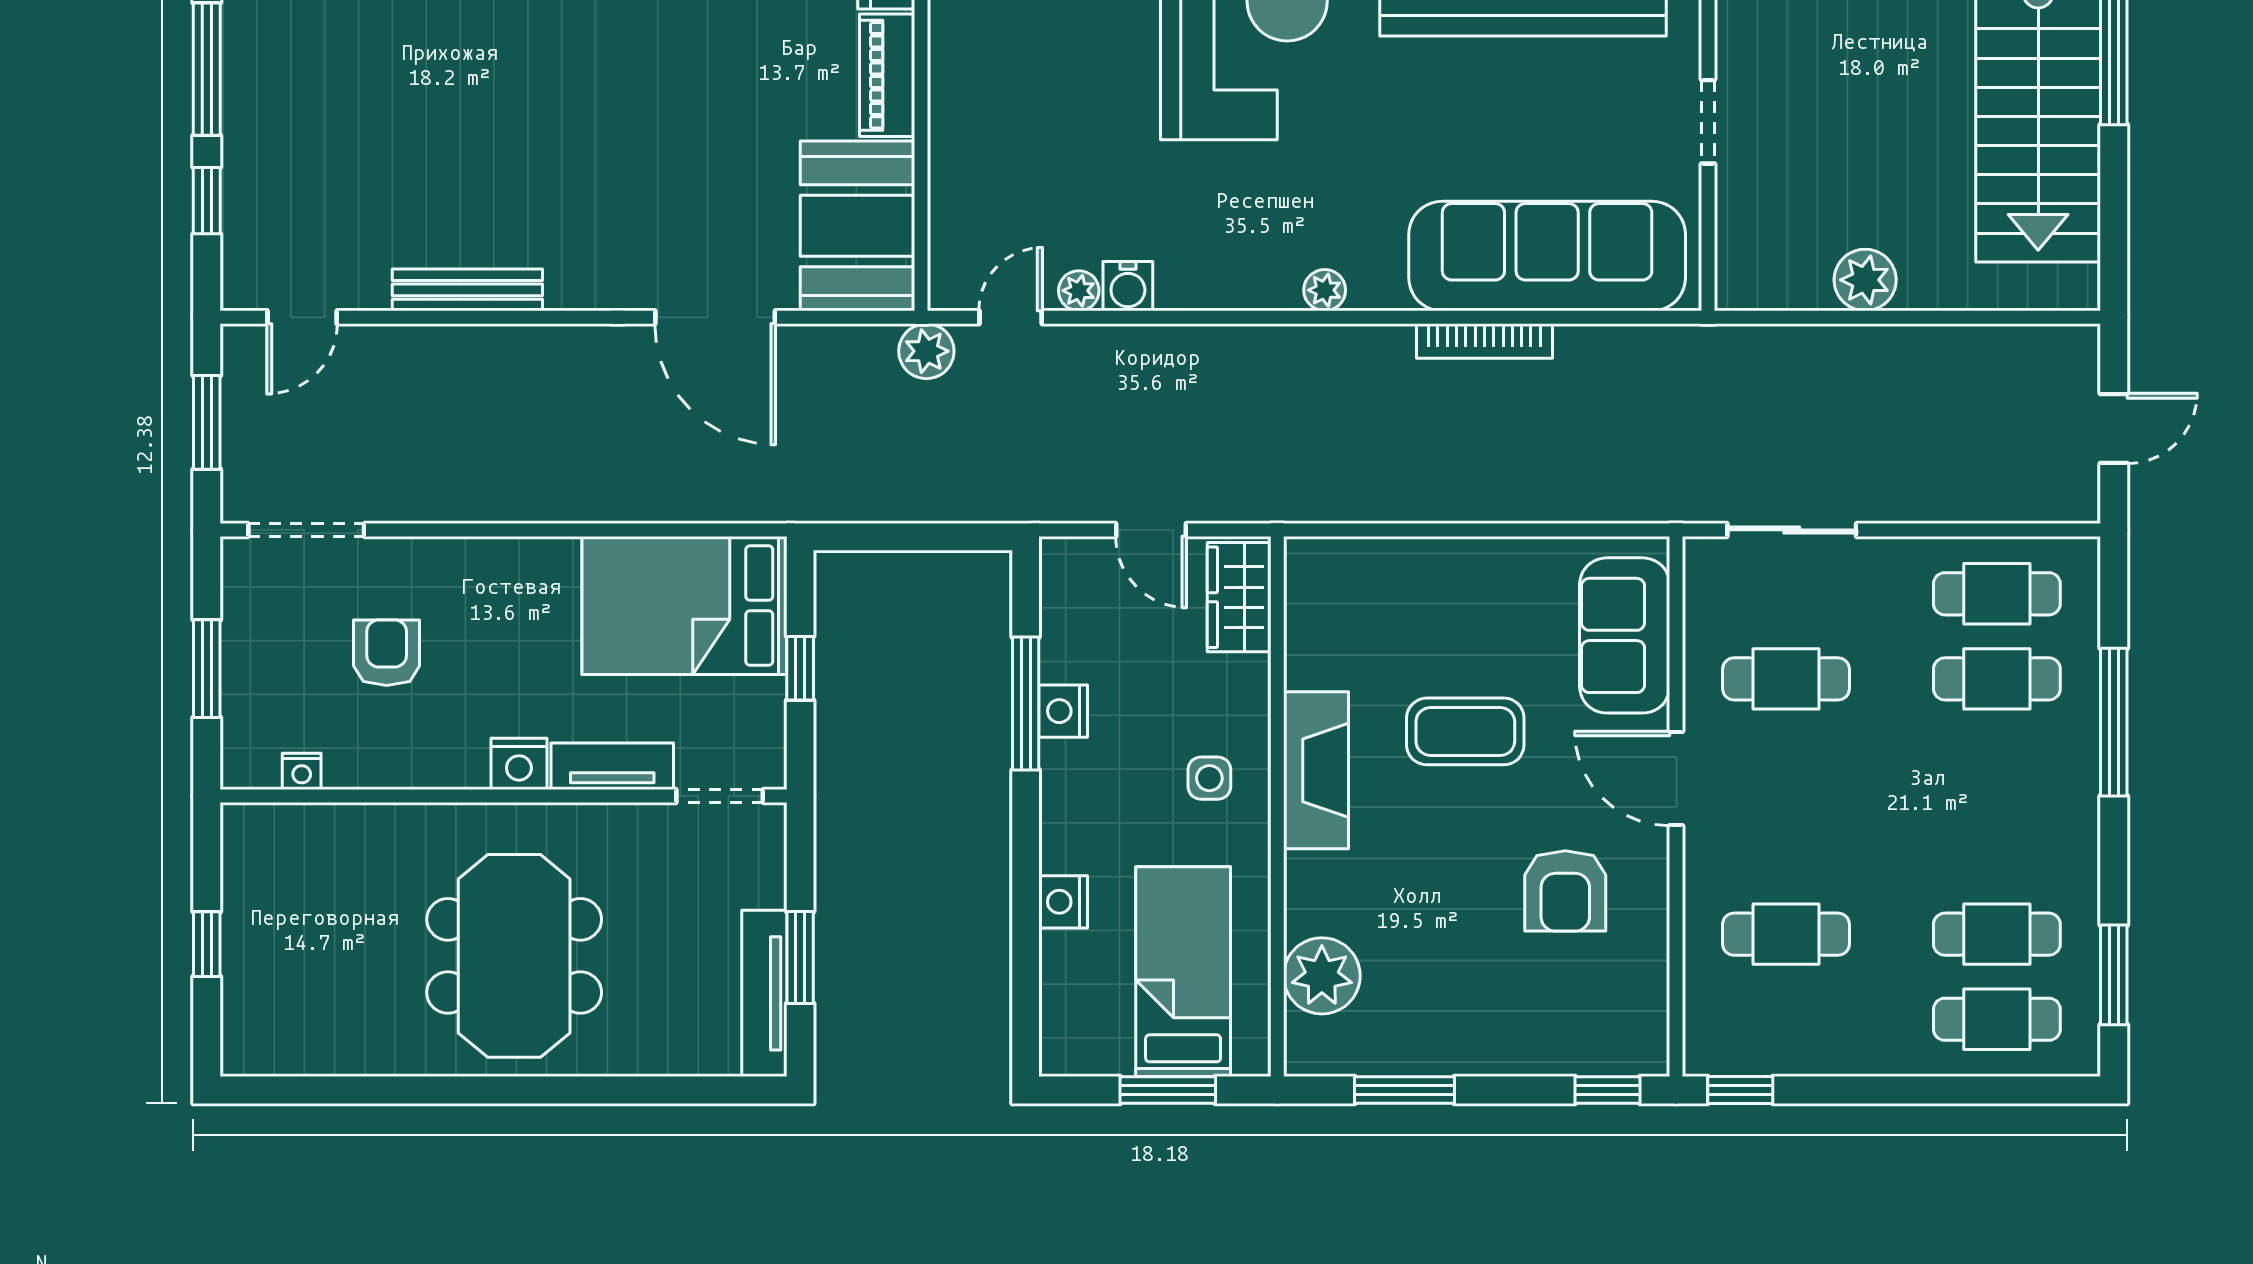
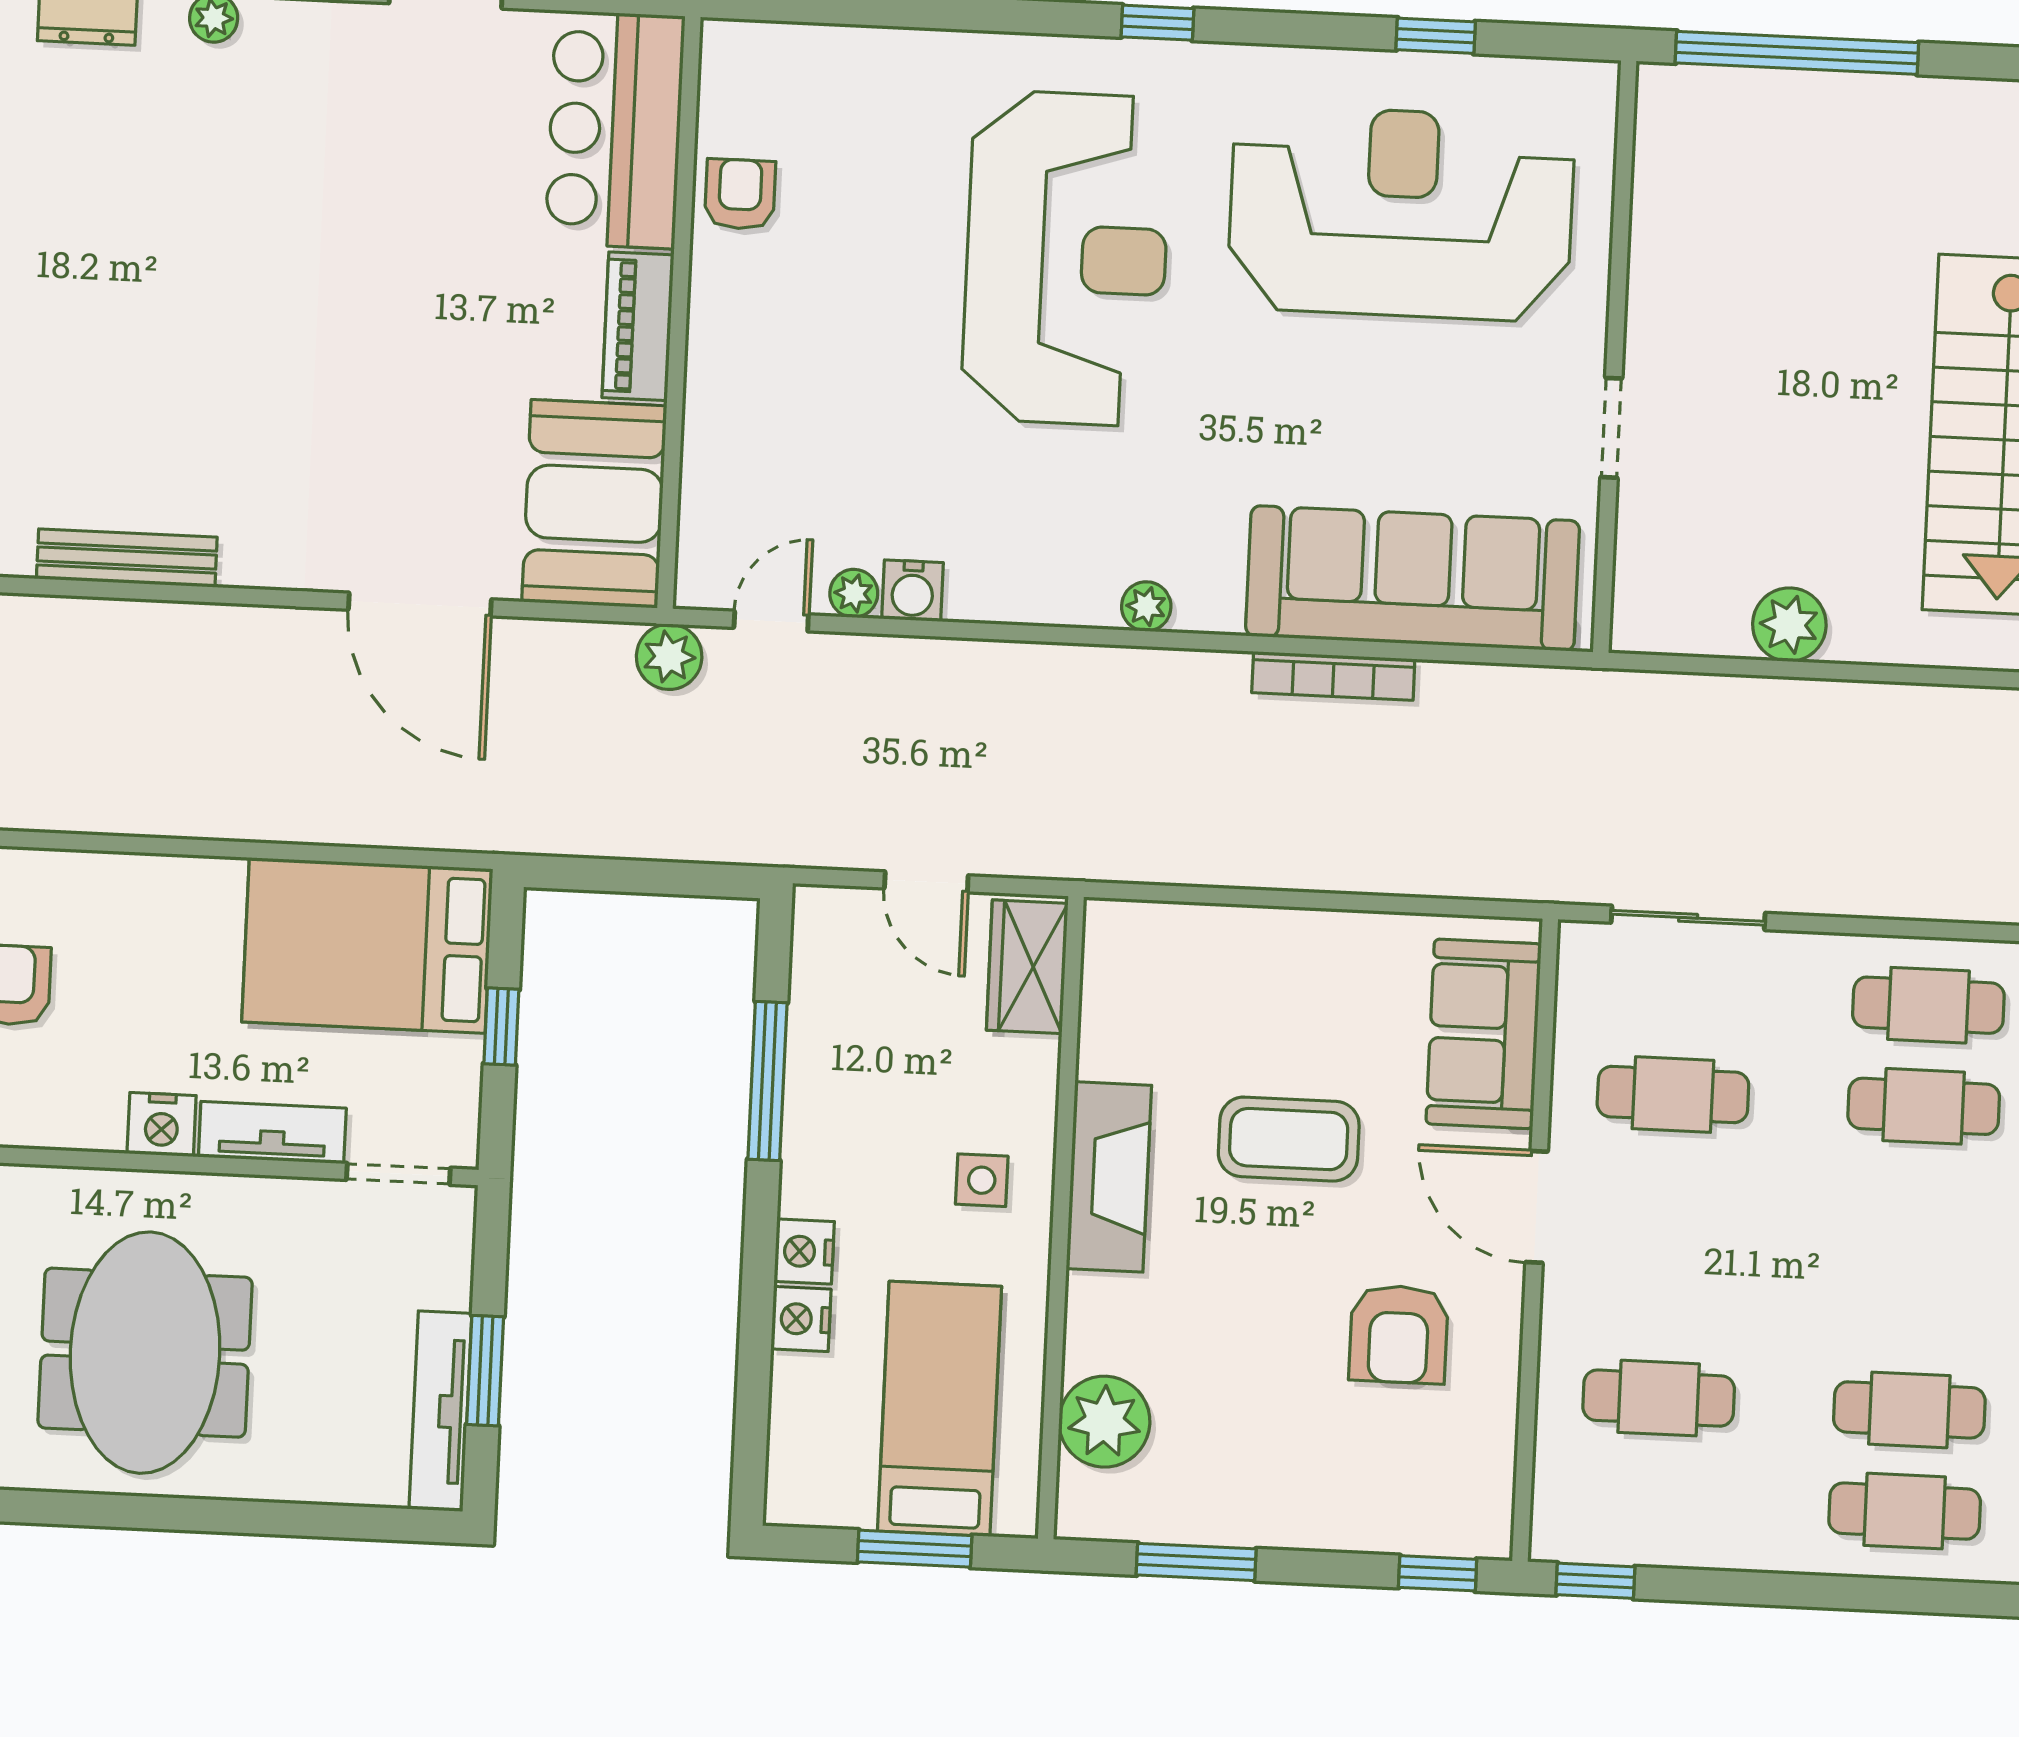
nightstand: (1063, 711) -> (804, 1251), moved

